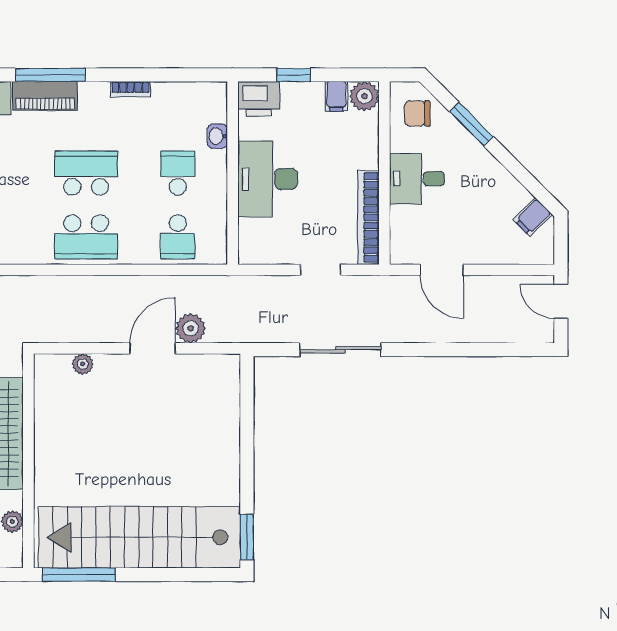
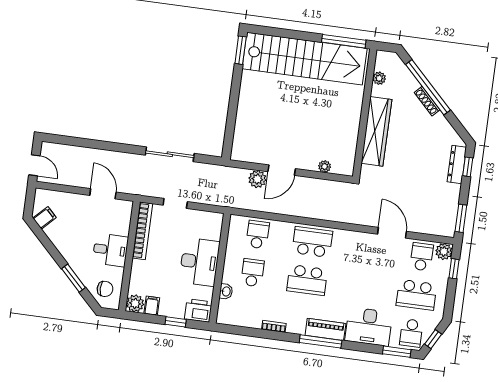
school desk: (178, 173) -> (252, 273), turned 180

